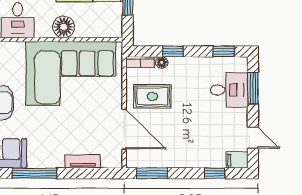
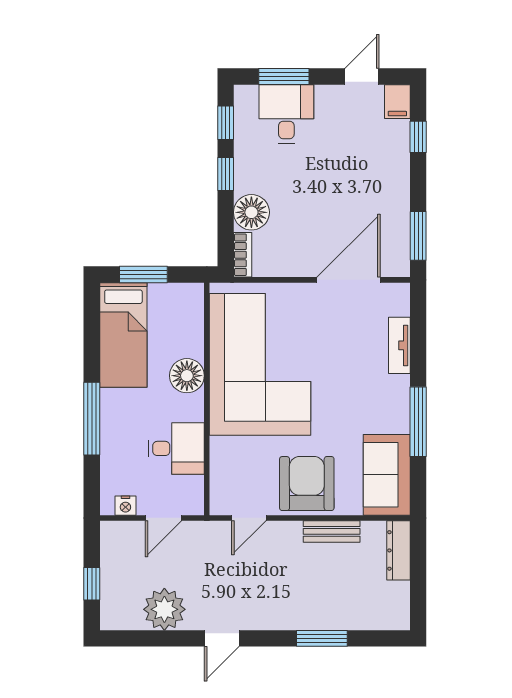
window: (173, 51) -> (226, 174), moved
floor lamp: (162, 62) -> (251, 212), width x1.89, depth x1.89
rug: (152, 96) -> (297, 235), removed

